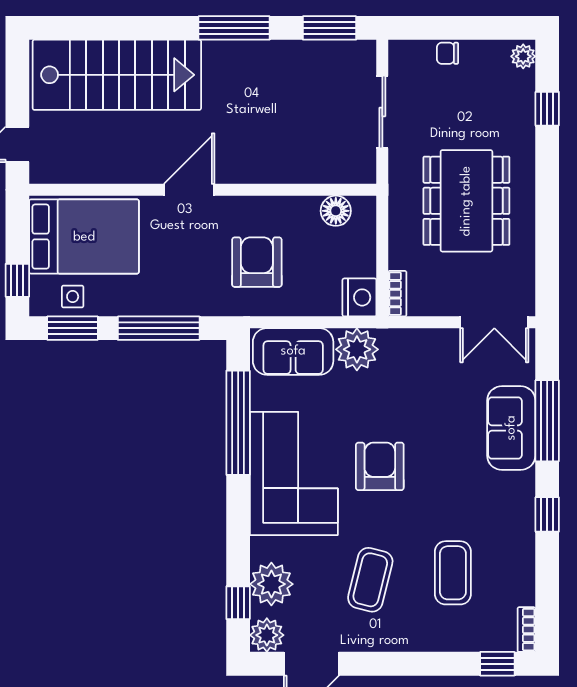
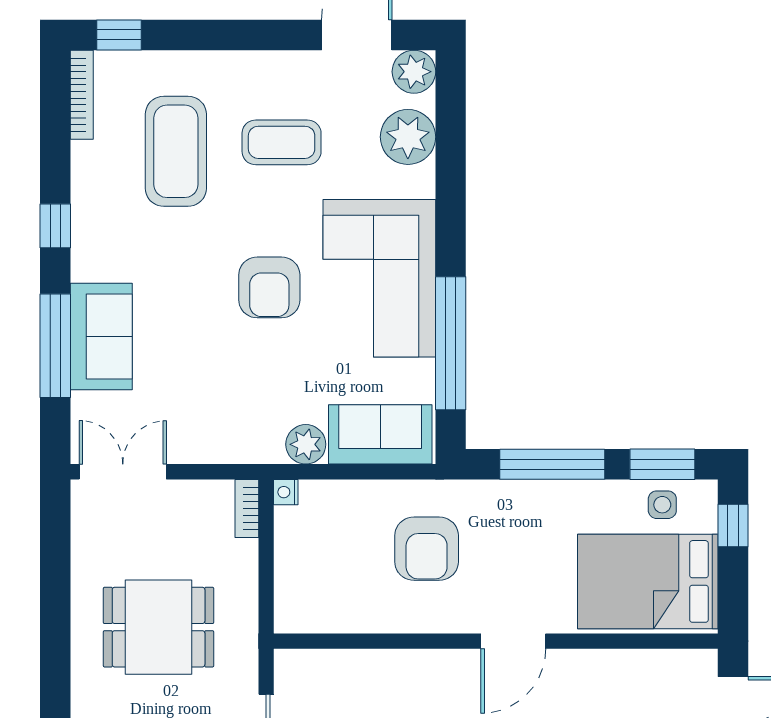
dining table: (466, 201) -> (159, 627), width x0.73
floor lamp: (336, 211) -> (326, 614), removed
nightstand: (359, 297) -> (286, 492), width x0.53, depth x0.56
plant: (357, 349) -> (306, 444), width x0.73, depth x0.73
coffee table: (453, 573) -> (176, 151), width x1.36, depth x1.32
coffee table: (370, 580) -> (282, 142), turned 76
window: (238, 603) -> (451, 113), removed
bookcase: (526, 630) -> (82, 95), width x1.56

